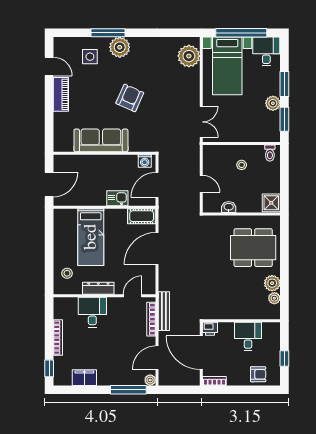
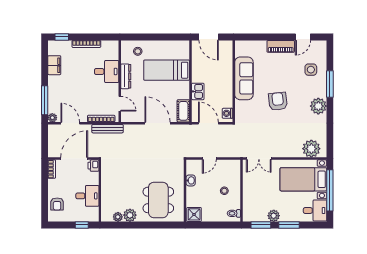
plant: (120, 47) -> (318, 106), moved
armchair: (130, 98) -> (278, 101), turned -120
window: (284, 358) -> (82, 225), moved

